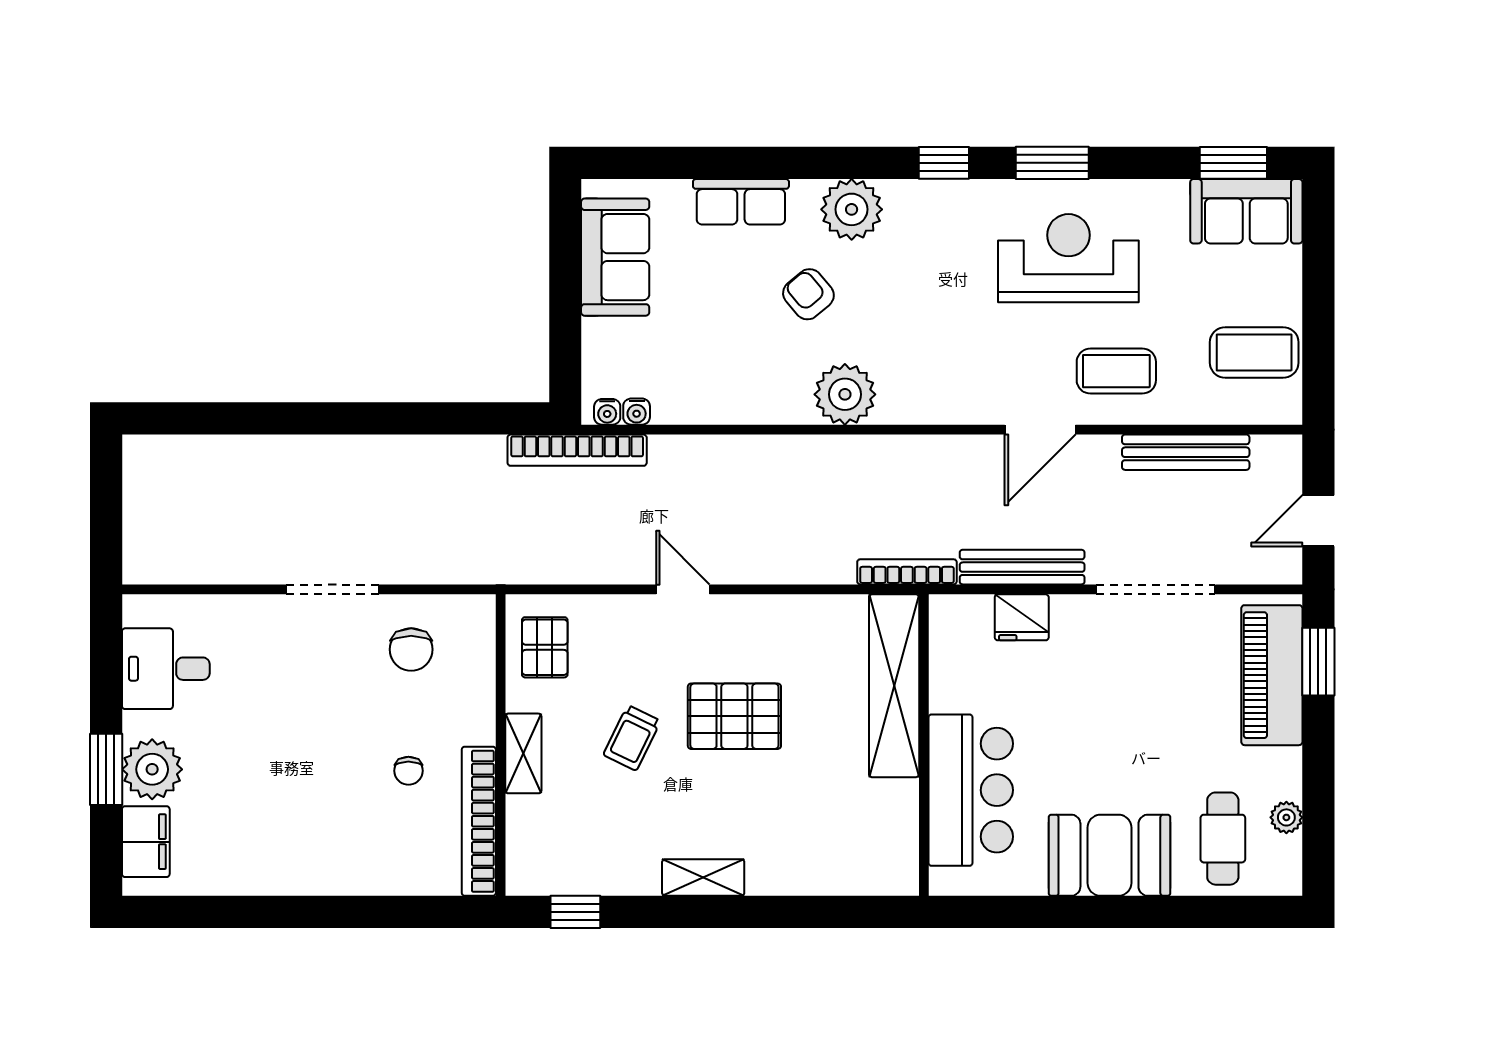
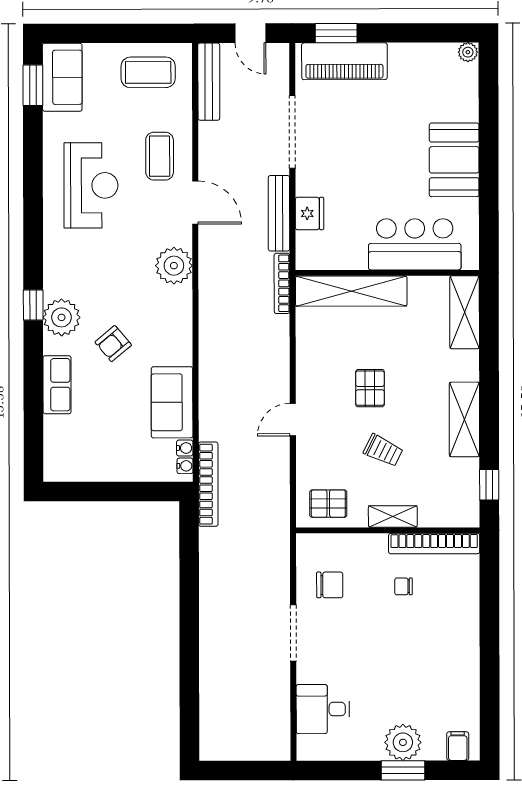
window: (944, 163) -> (33, 305), moved
window: (1052, 163) -> (33, 195), removed
sofa: (615, 257) -> (172, 402), moved, turned -90
reception desk: (1068, 258) -> (91, 185), turned 180
coffee table: (1254, 352) -> (148, 72), turned 90
plant: (845, 394) -> (174, 266), moved
bench: (1186, 452) -> (209, 82), moved
desk: (166, 669) -> (323, 709), moved, turned 90
pallet: (734, 716) -> (370, 388), width x0.67, depth x0.71
chair: (408, 771) -> (403, 586), turned 180
plant: (1286, 817) -> (468, 52), moved
cafe table: (1223, 839) -> (444, 91), removed
filing cabinet: (146, 842) -> (458, 746), width x0.50
shelving: (859, 872) -> (465, 312), added
shelving: (703, 878) -> (464, 419), width x1.50, depth x1.33

